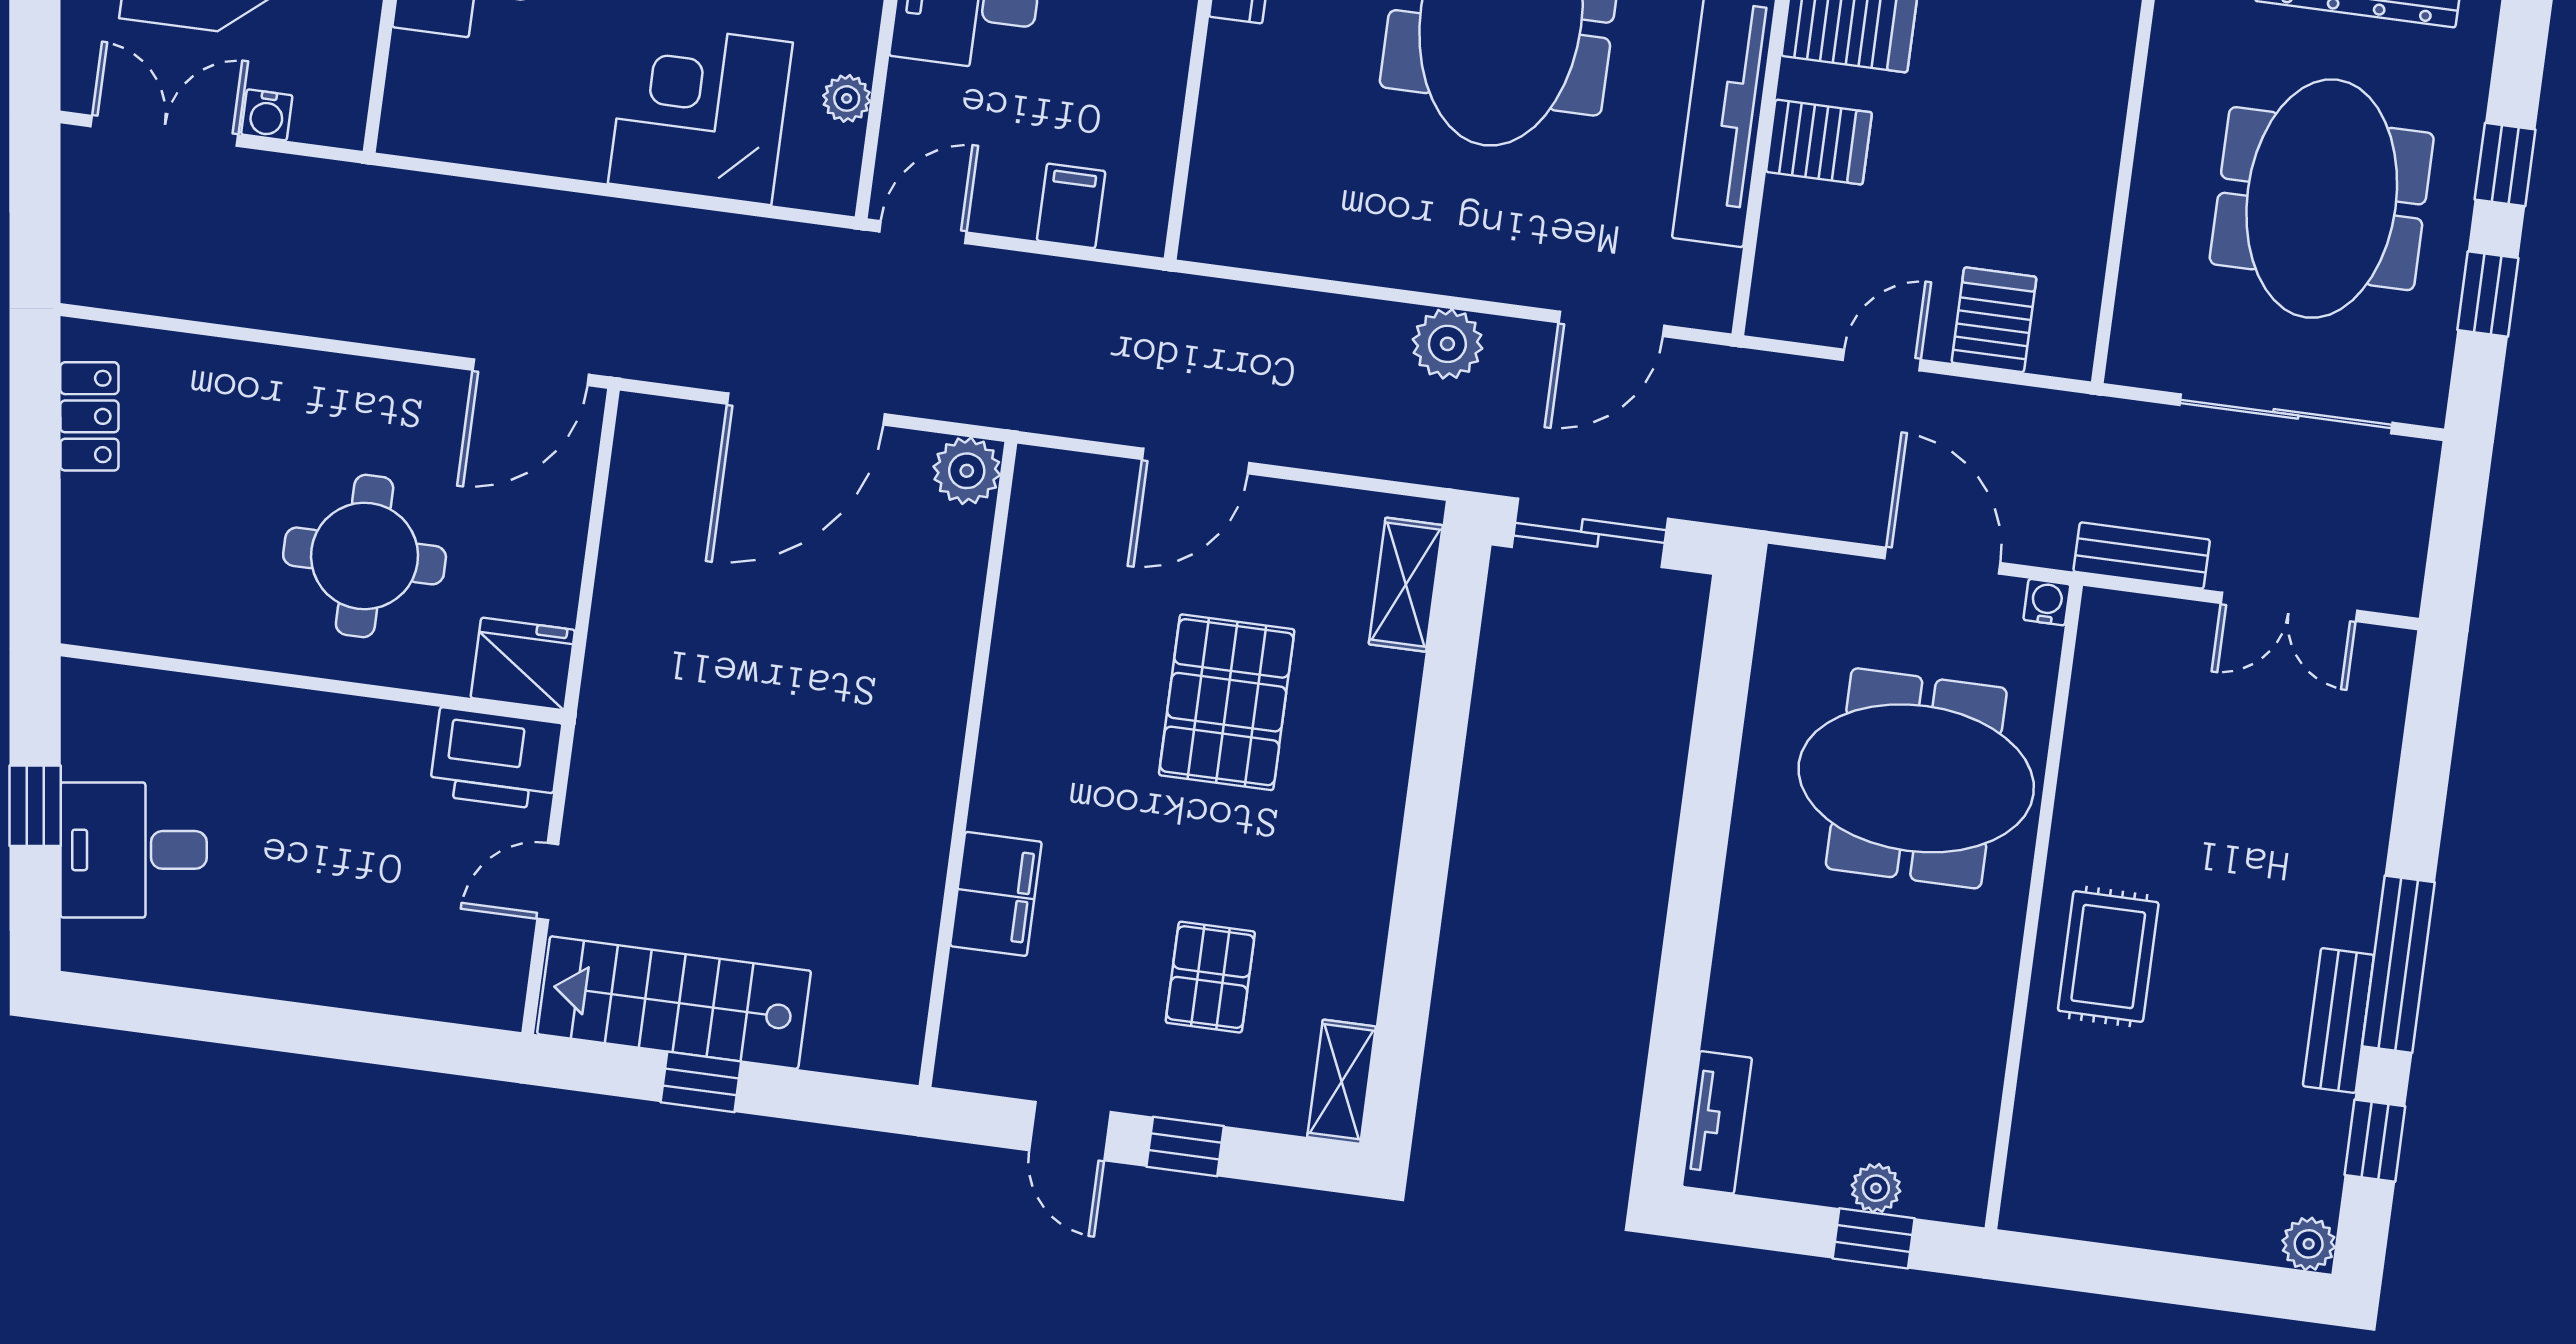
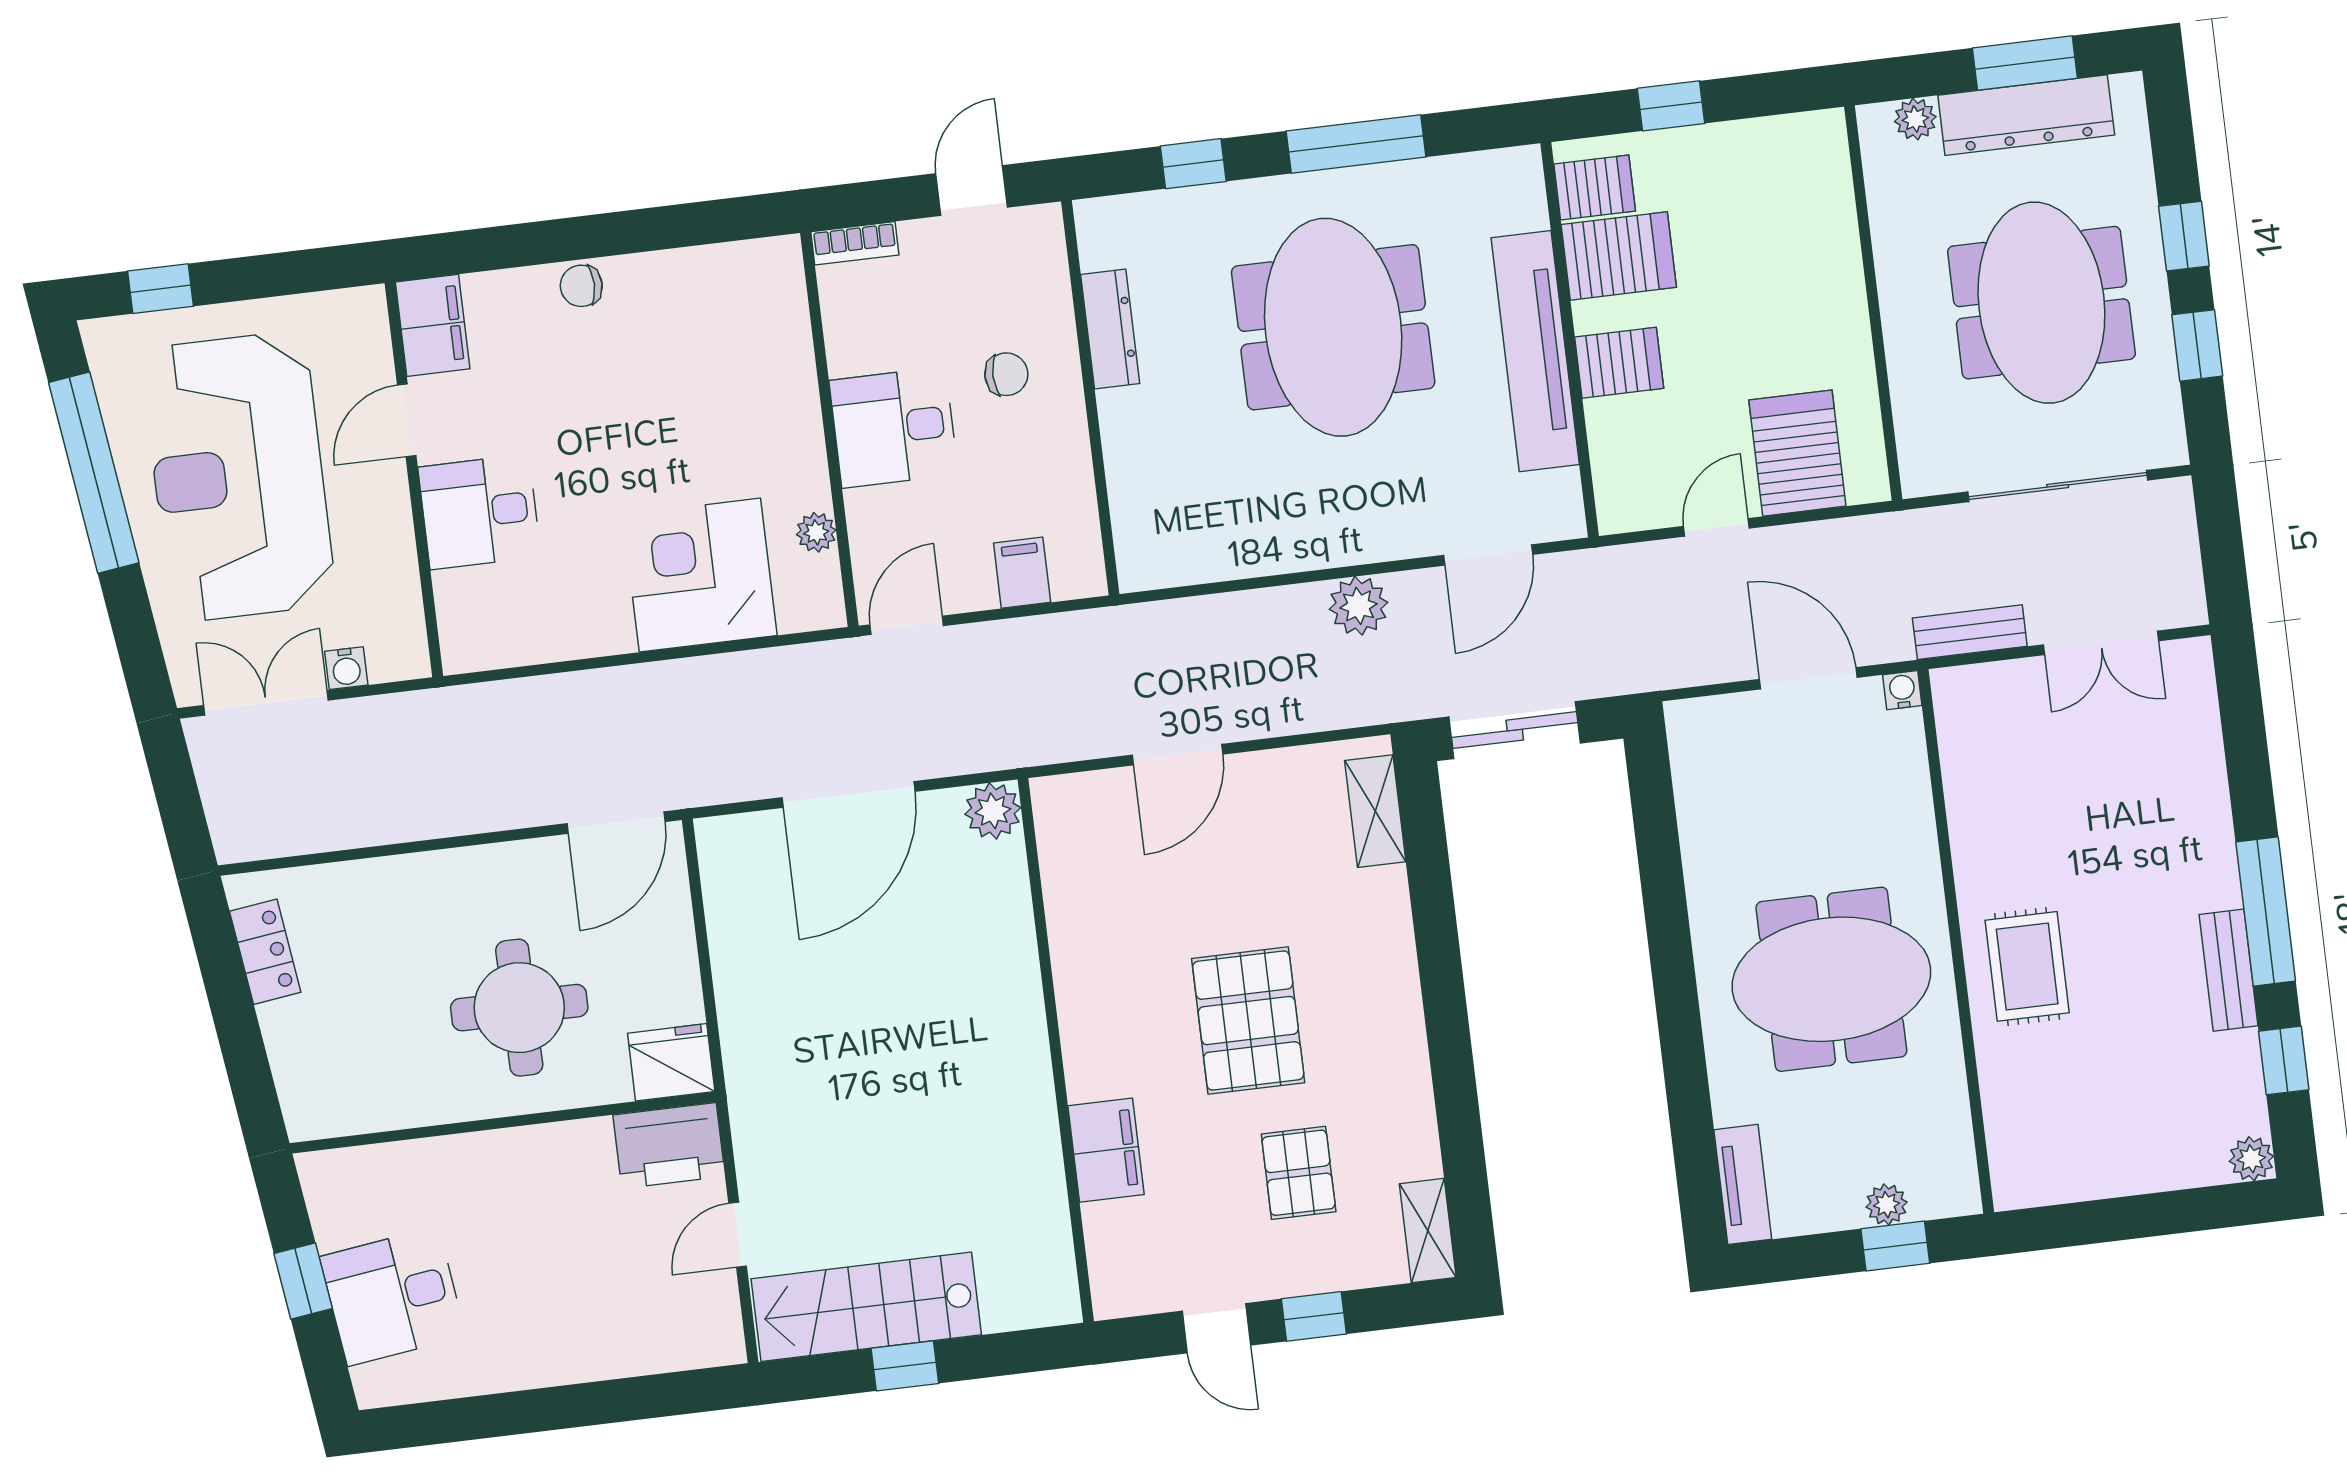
server rack: (1994, 320) -> (1797, 453), width x1.36, depth x1.44
pallet: (1227, 702) -> (1248, 1021), moved
meeting table: (1916, 778) -> (1831, 979), moved

